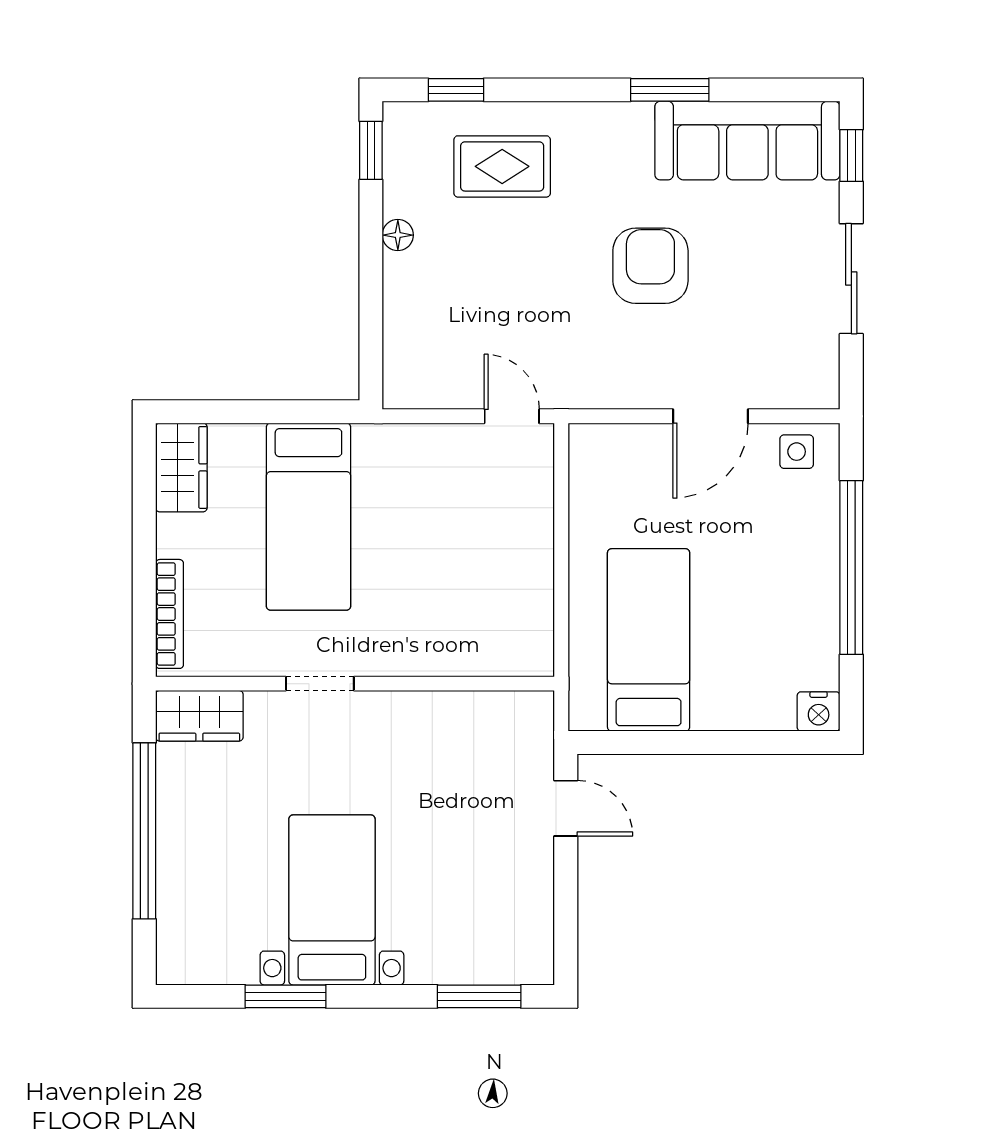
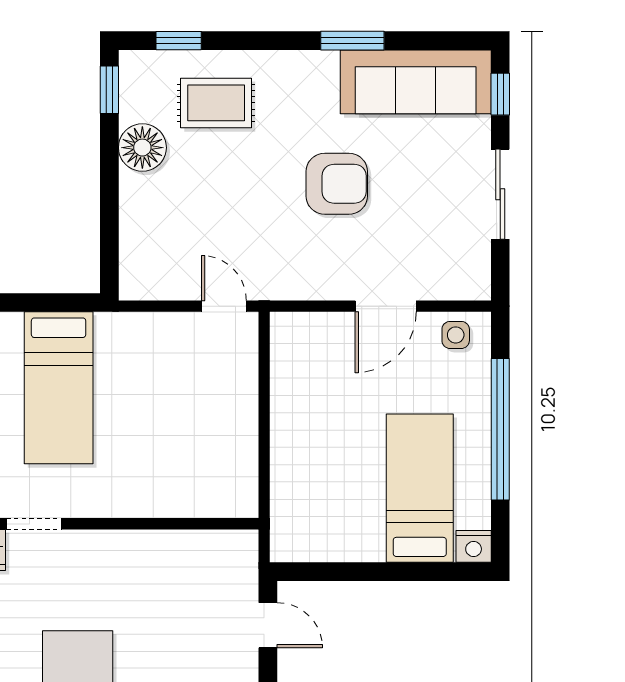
floor lamp: (398, 235) -> (142, 148), width x1.89, depth x1.89
armchair: (650, 266) -> (337, 184), turned 90
bed: (649, 640) -> (420, 488), moved
doorway: (320, 684) -> (34, 524), moved

